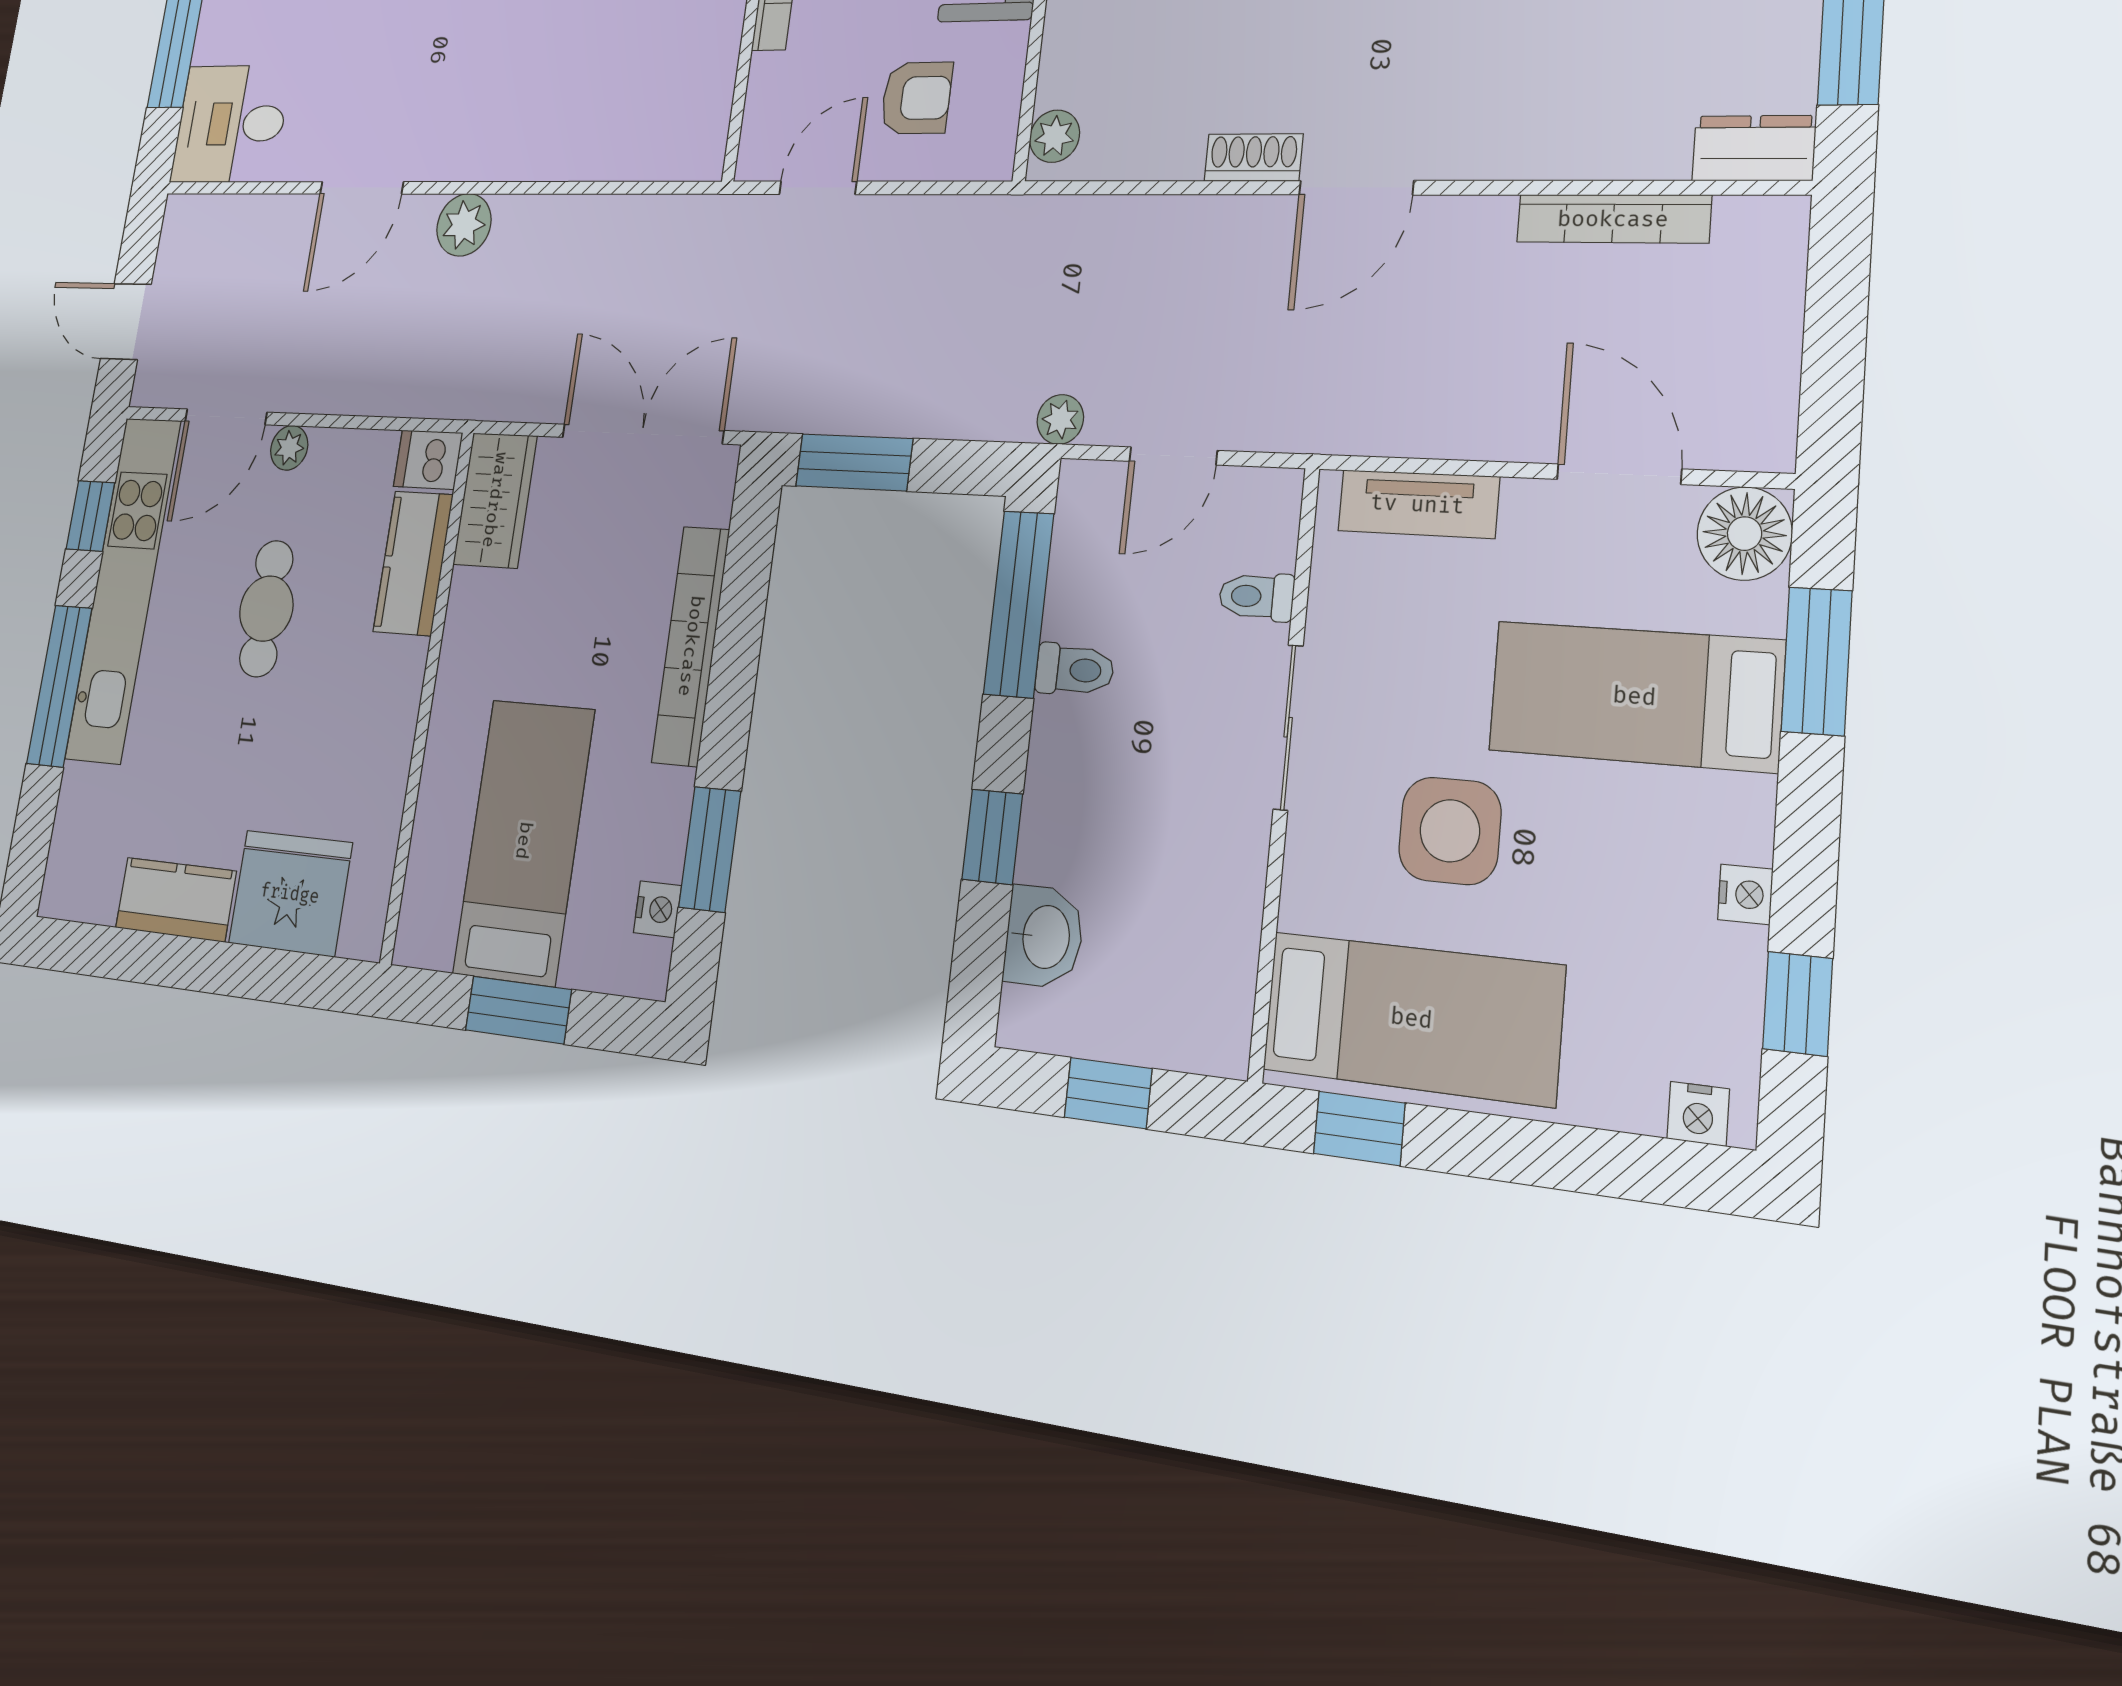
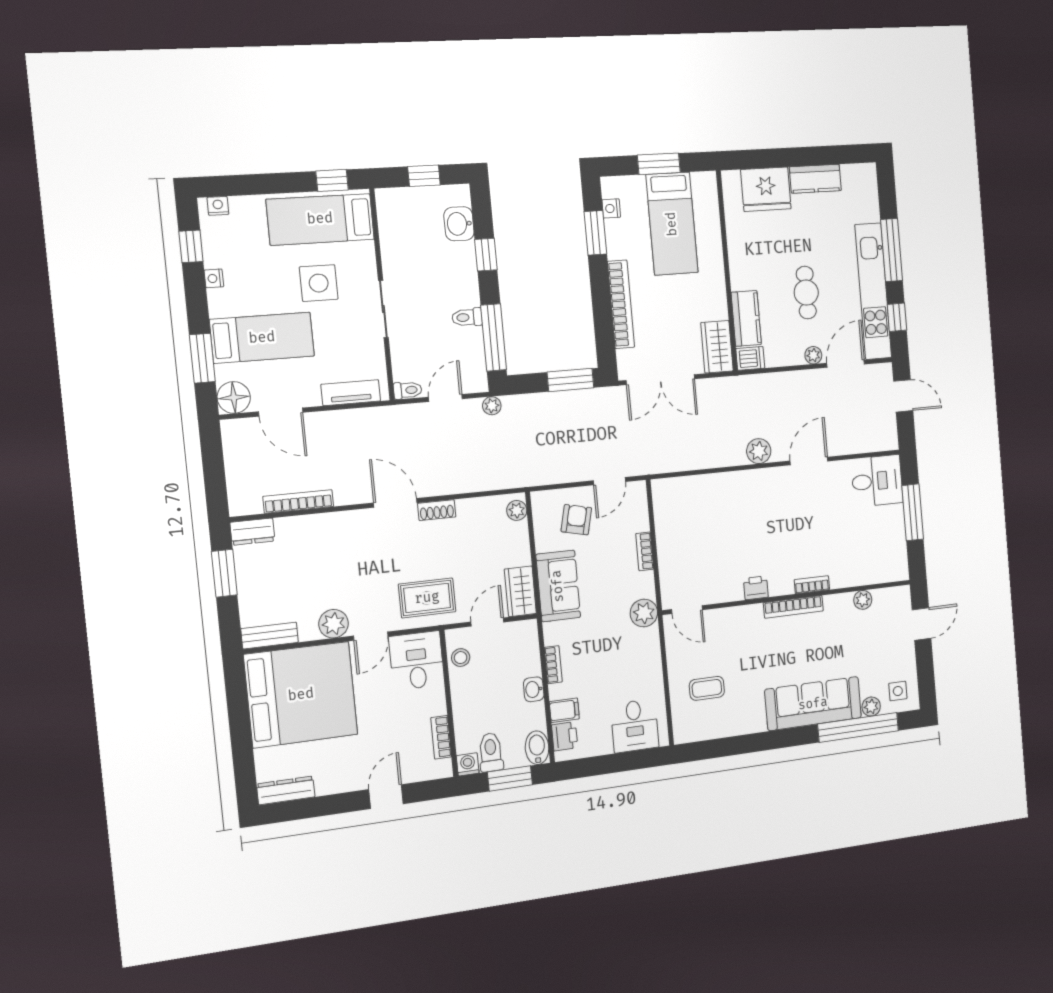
armchair: (916, 98) -> (576, 520), turned 103
door: (1356, 188) -> (395, 503), hinge flipped
toilet: (1256, 597) -> (408, 390), moved

